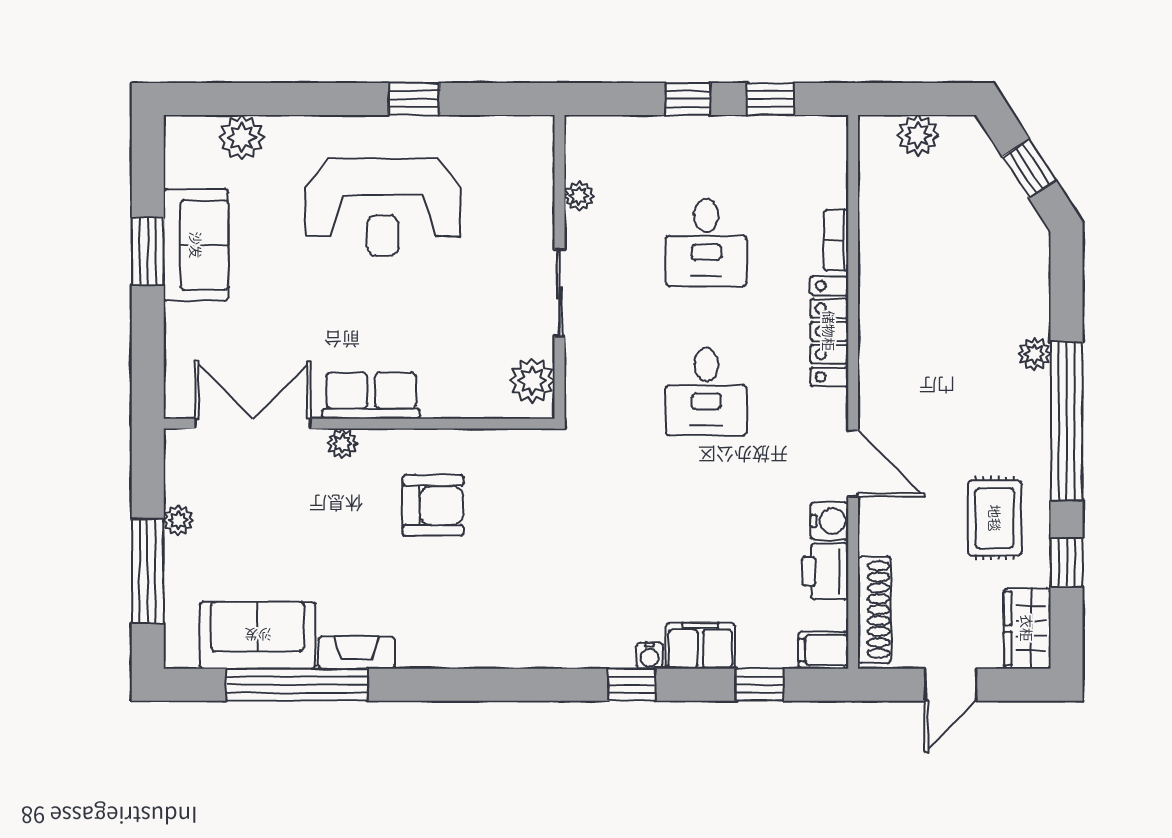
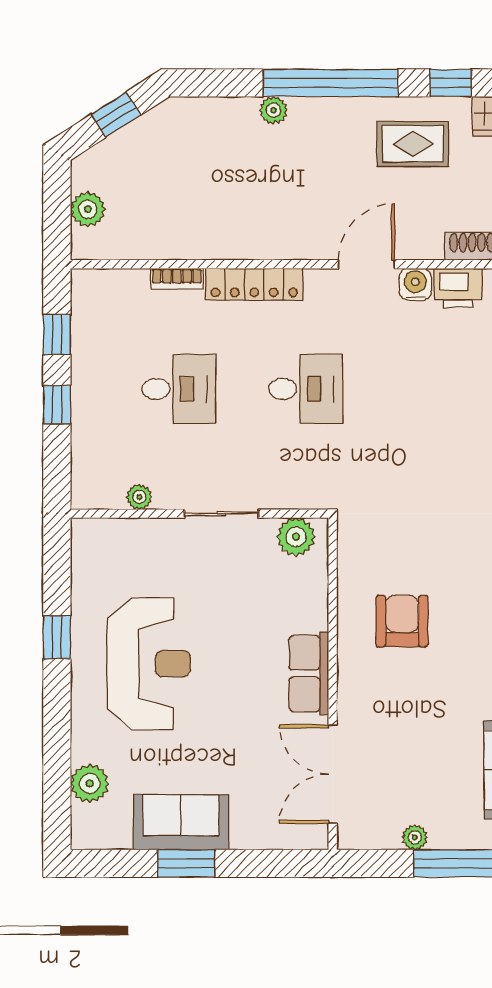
plant: (342, 443) -> (349, 698), removed

